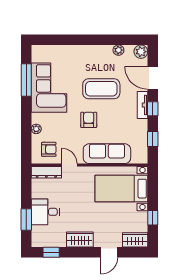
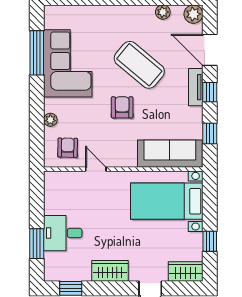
coffee table: (101, 89) -> (139, 65), turned 40
armchair: (49, 149) -> (68, 148), turned -89
sofa: (107, 154) -> (170, 154), moved
dresser: (46, 172) -> (64, 179), removed

